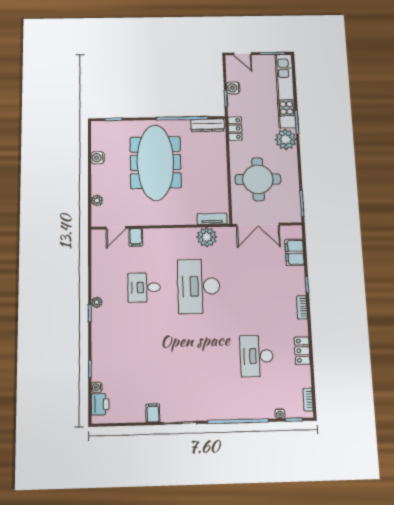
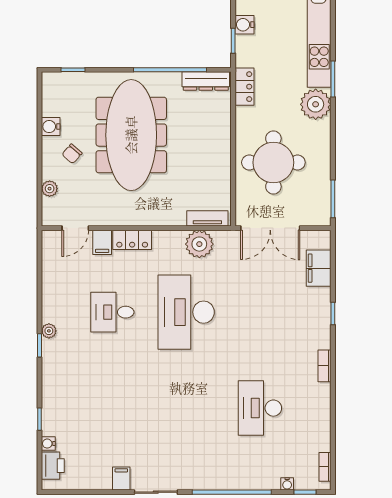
chair: (113, 176) -> (72, 154), added
bookcase: (302, 307) -> (324, 366), moved
locker: (302, 351) -> (132, 240), moved, turned -90

